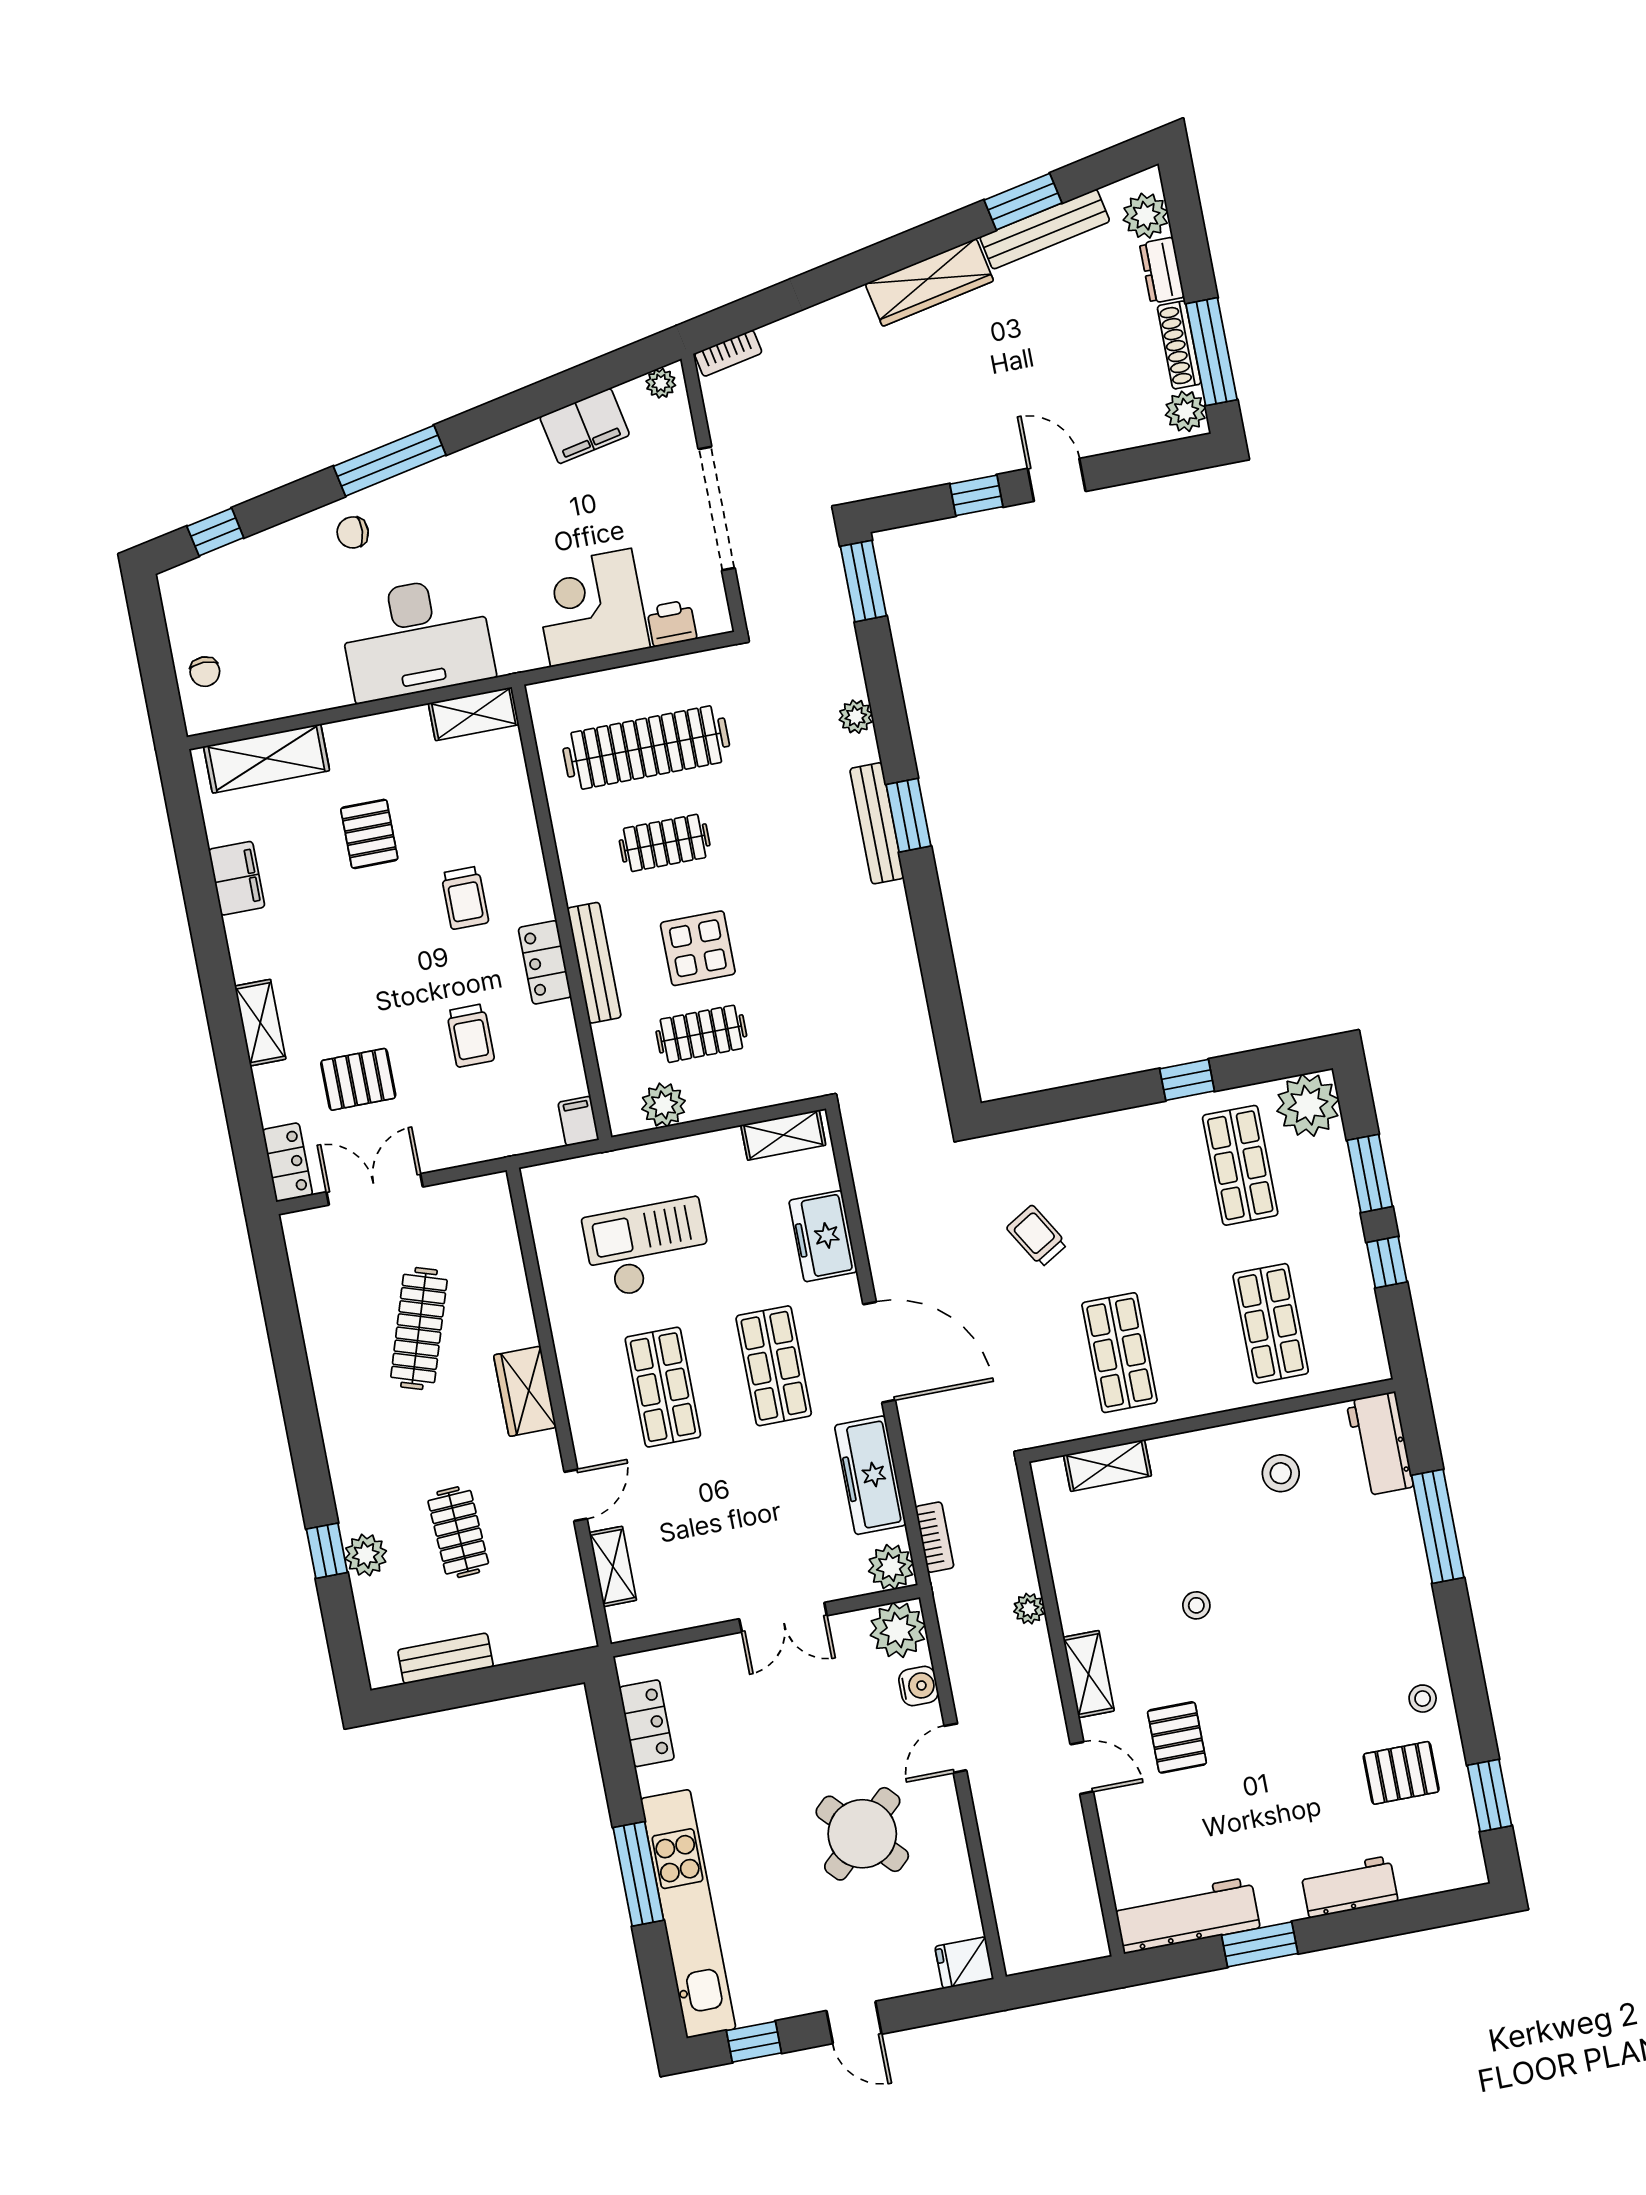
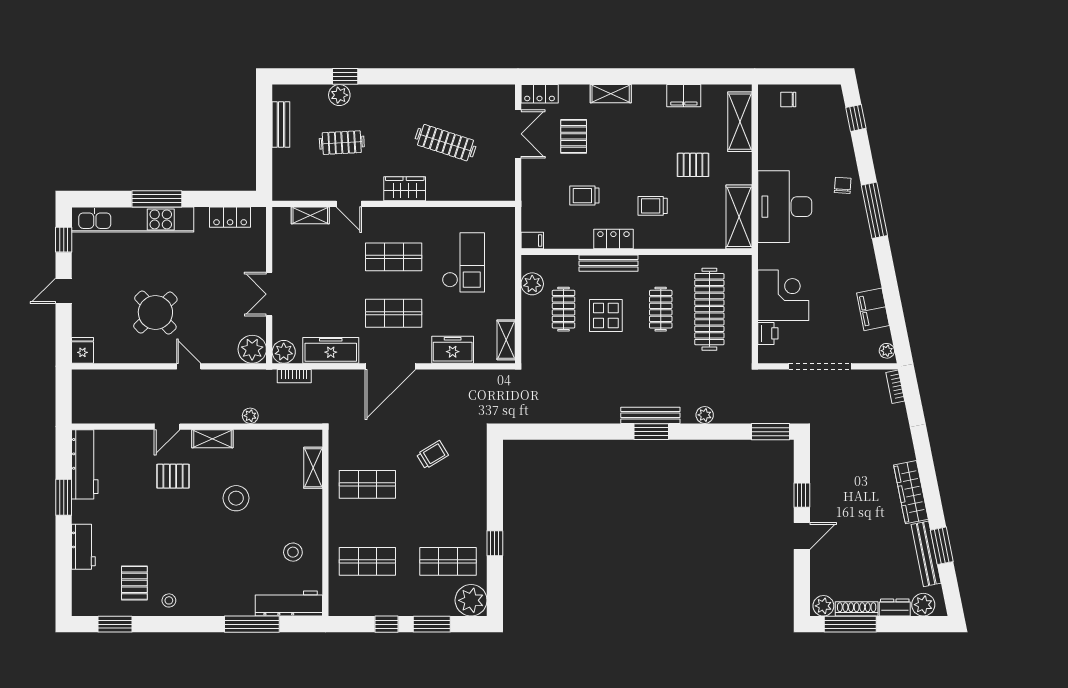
shelving: (474, 714) -> (739, 217), width x1.50, depth x1.33
workbench: (1380, 1444) -> (289, 604), width x1.38
stool: (1196, 1605) -> (236, 498), width x1.89, depth x1.89
water cooler: (919, 1686) -> (223, 354), removed

